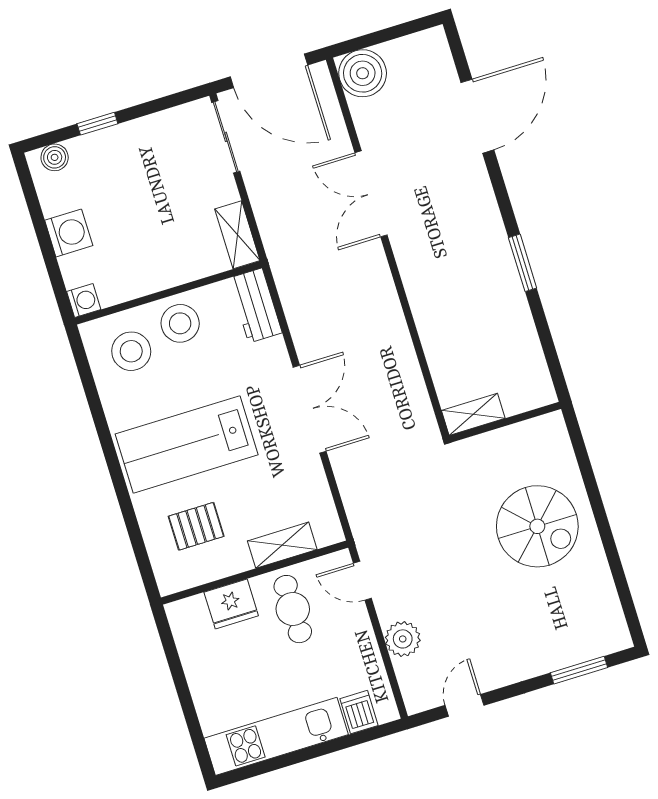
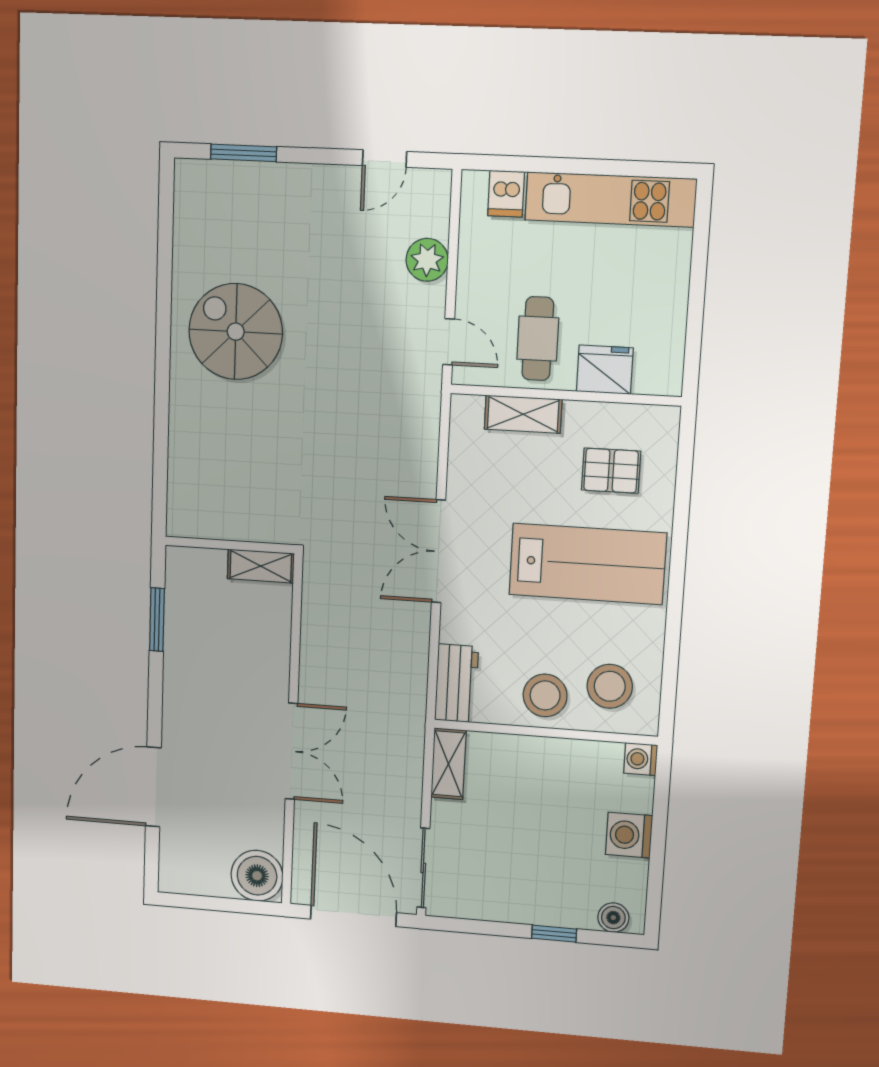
shelving: (473, 414) -> (261, 566), moved
wall: (505, 422) -> (230, 545), moved

